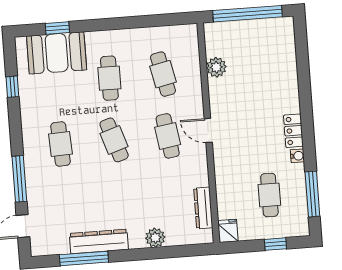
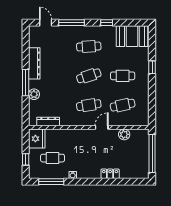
window: (57, 28) -> (152, 67), moved
booth: (57, 53) -> (132, 36), moved, turned 90
window: (12, 87) -> (107, 23), moved
door: (208, 130) -> (102, 127), moved
locker: (293, 131) -> (110, 174), moved
fridge: (228, 231) -> (37, 139), width x1.88, depth x1.34
window: (84, 258) -> (26, 83), moved

